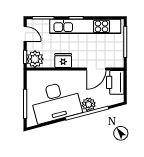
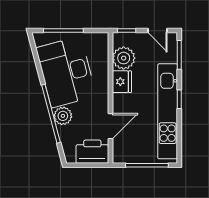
door: (25, 34) -> (158, 31), hinge flipped
plant: (35, 59) -> (124, 58), moved
door: (96, 69) -> (110, 126), swing flipped

